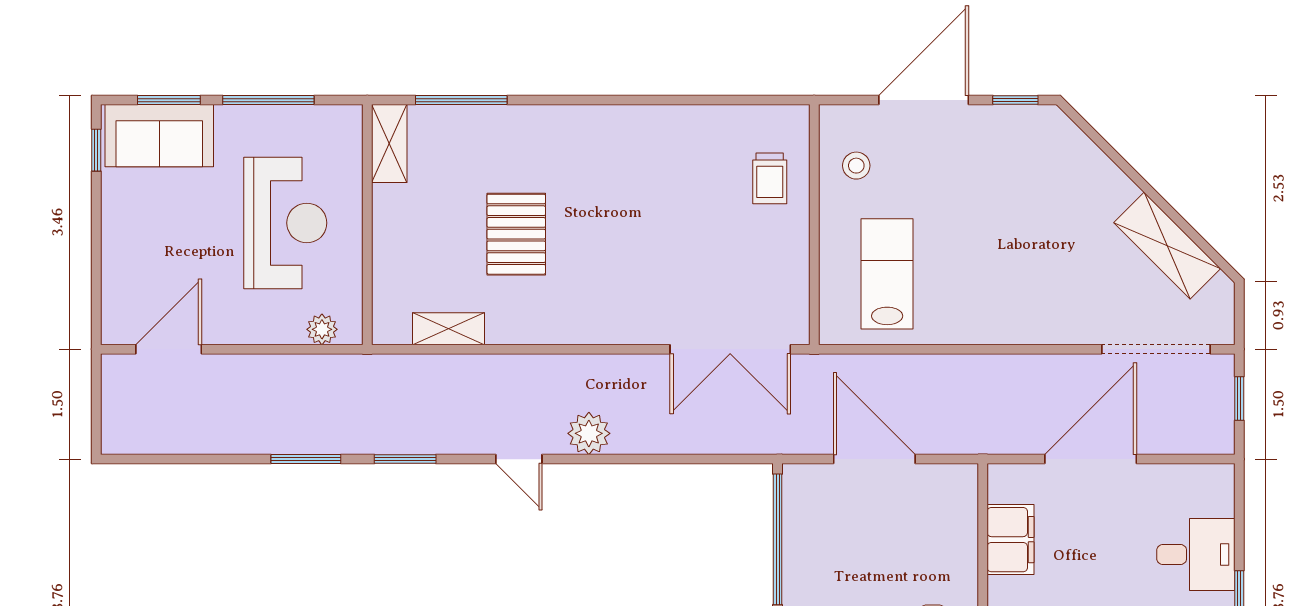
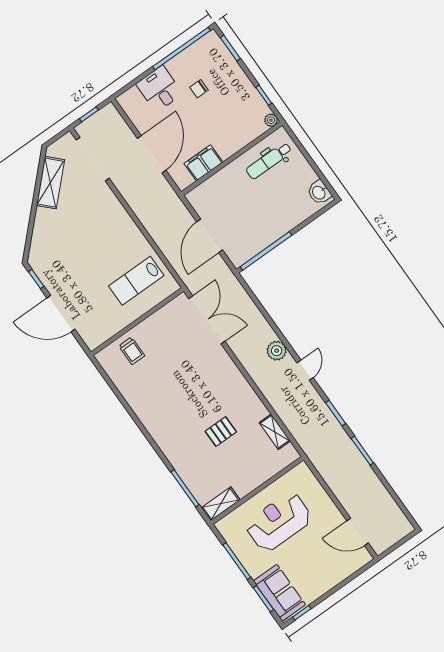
stool: (856, 166) -> (104, 322), removed
trolley: (770, 178) -> (132, 351), turned 90
pallet: (516, 234) -> (221, 432), width x0.67, depth x0.71
plant: (322, 329) -> (309, 479), removed
door: (1091, 459) -> (152, 154), swing flipped

